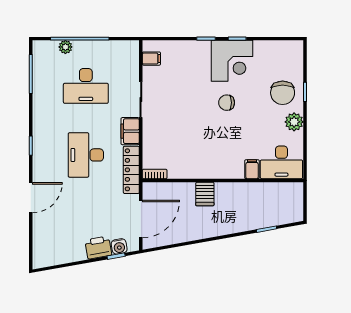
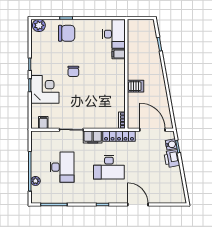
corner desk: (232, 61) -> (45, 89), moved
plant: (294, 122) -> (39, 25), moved

